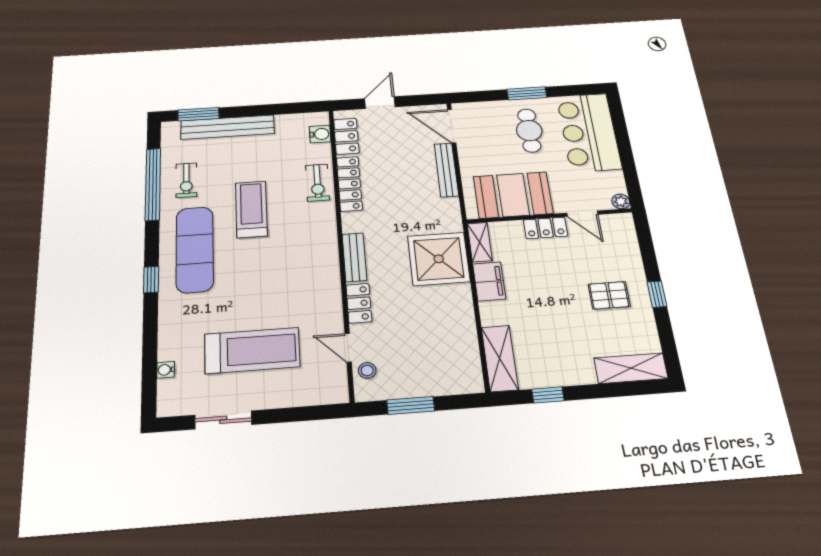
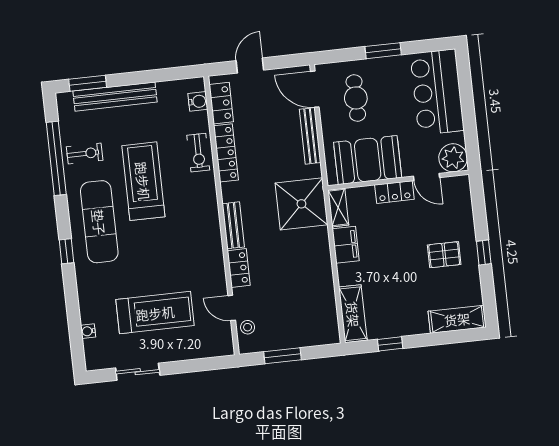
cafe table: (529, 131) -> (356, 98), moved
exercise bike: (186, 180) -> (85, 154), turned -90
plant: (621, 201) -> (453, 158), width x1.87, depth x1.87
treadmill: (251, 209) -> (143, 181), width x1.37, depth x1.38
shower: (439, 259) -> (301, 204), moved

